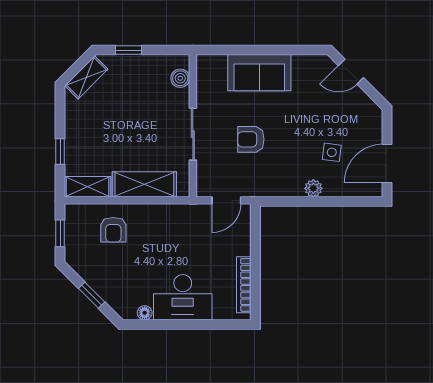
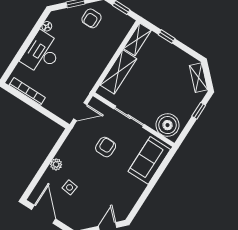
sofa: (259, 73) -> (149, 160), moved
boiler: (180, 78) -> (167, 125), width x1.86, depth x1.86
door: (226, 200) -> (80, 112), swing flipped
armchair: (113, 230) -> (91, 18), moved, turned -90

